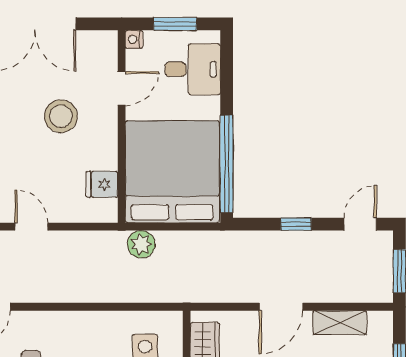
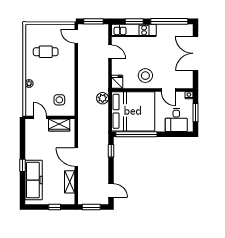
stool: (61, 116) -> (145, 76), moved
fridge: (102, 184) -> (117, 82), moved
window: (296, 224) -> (111, 151), moved
door: (31, 227) -> (110, 52), hinge flipped

